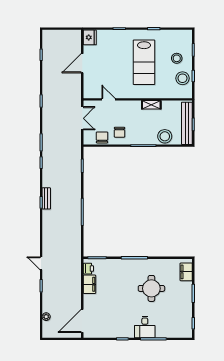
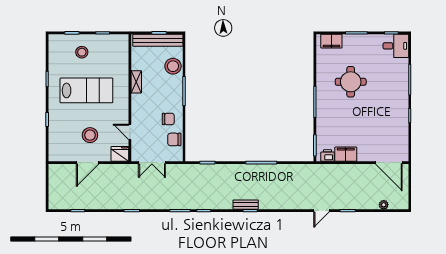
fridge: (90, 37) -> (120, 154), moved
door: (82, 63) -> (88, 163), hinge flipped
stool: (182, 78) -> (90, 135), moved
door: (109, 99) -> (130, 132), hinge flipped
double door: (82, 118) -> (152, 163), swing flipped
desk: (145, 327) -> (396, 46), moved

